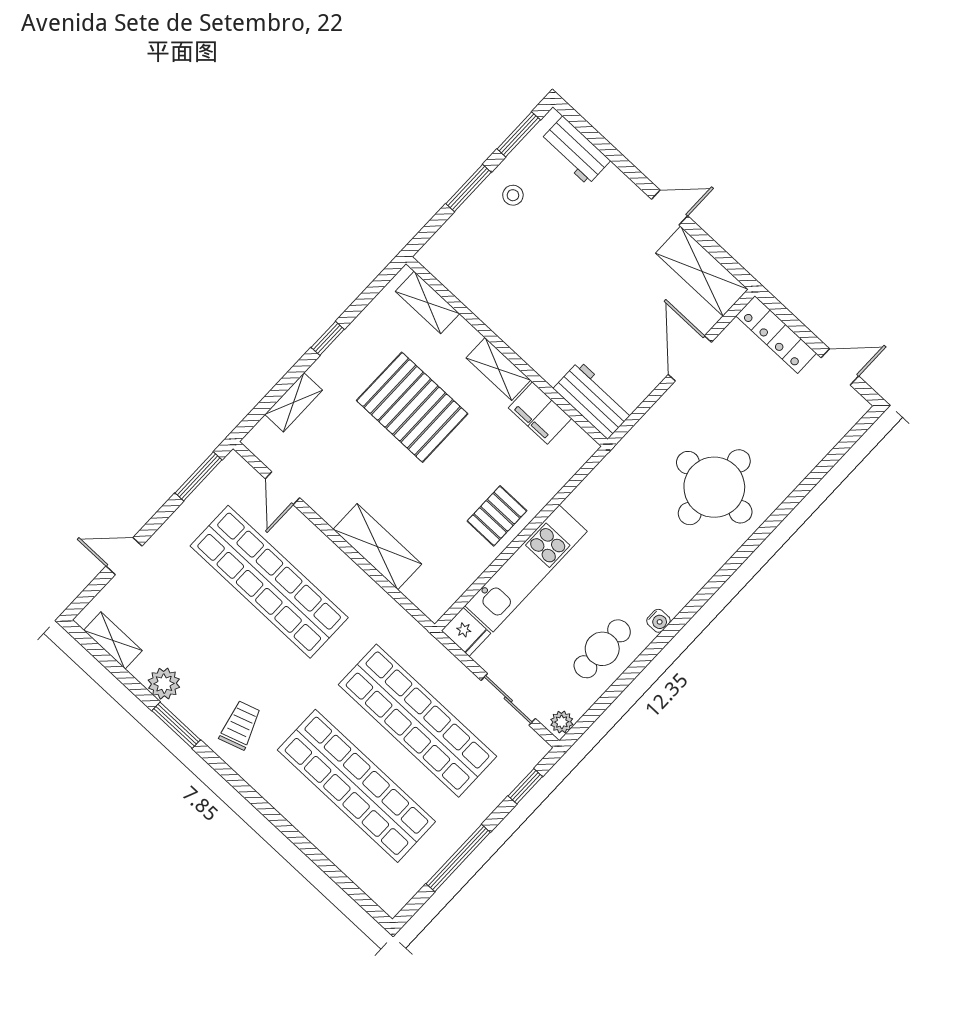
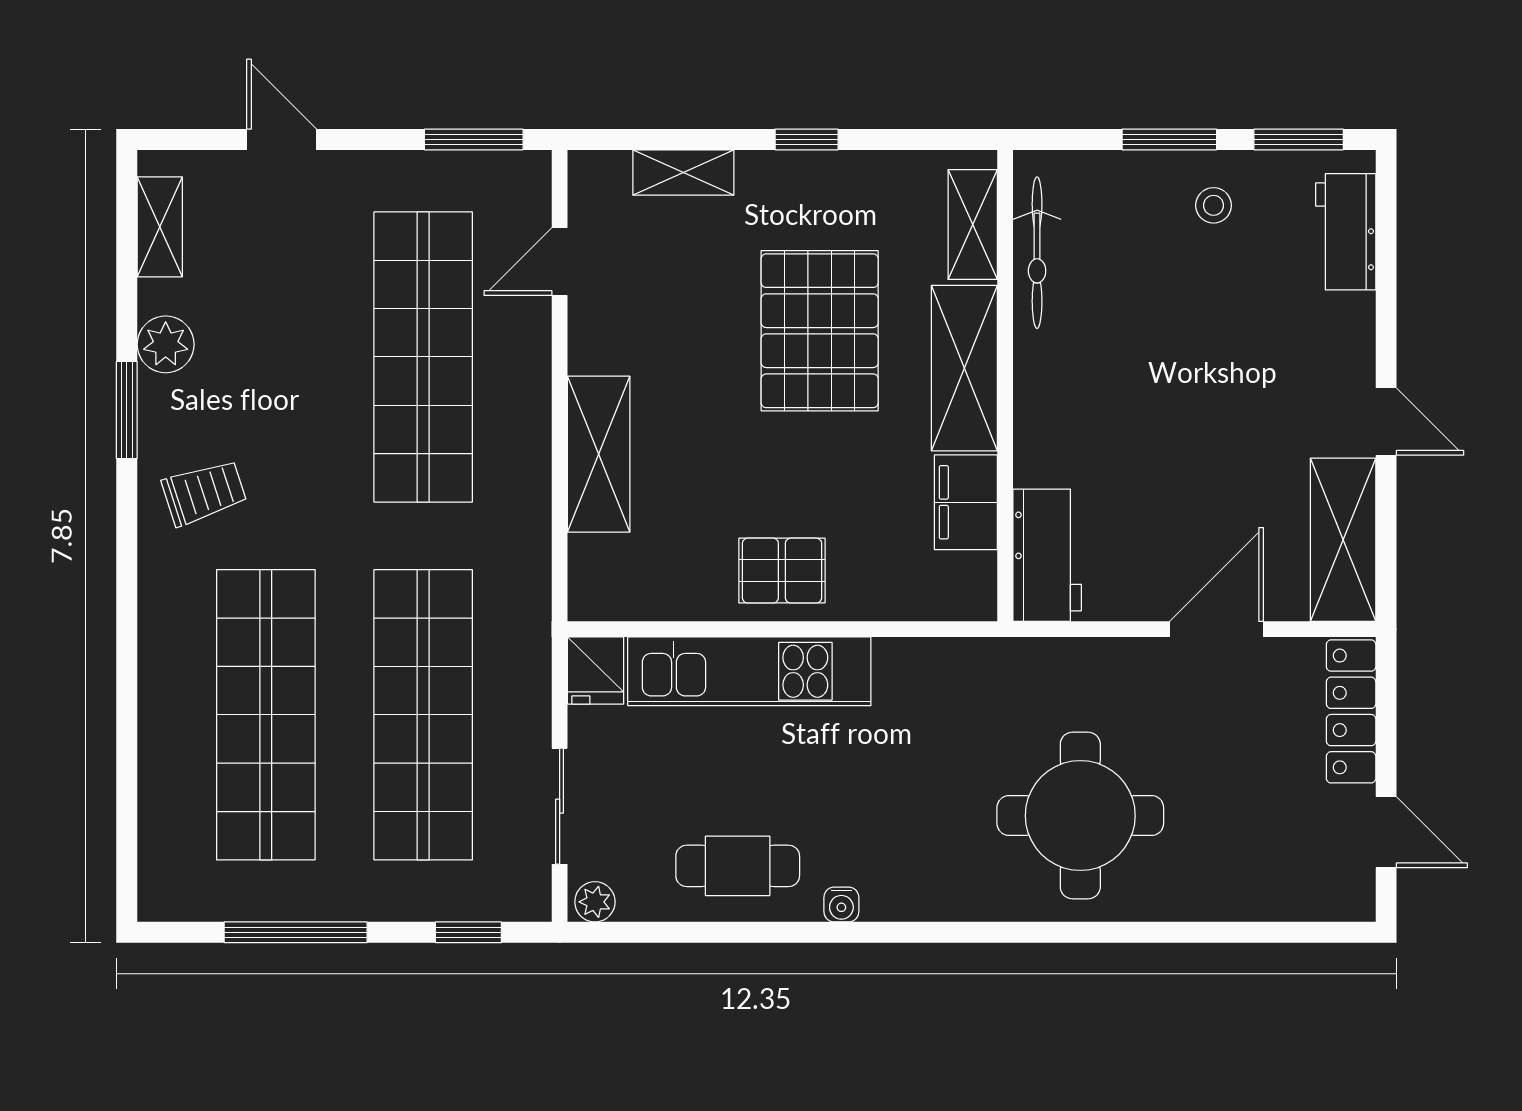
bicycle: (464, 287) -> (1037, 253), added
shelving: (498, 369) -> (964, 368), width x1.50, depth x1.33

